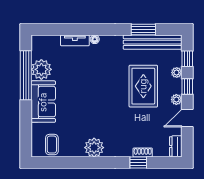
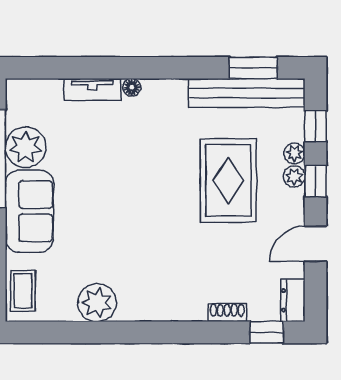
window: (143, 29) -> (253, 68), moved
plant: (176, 100) -> (294, 177), moved
coffee table: (52, 145) -> (23, 291), moved
plant: (94, 148) -> (97, 303), moved
window: (138, 163) -> (267, 332), moved

